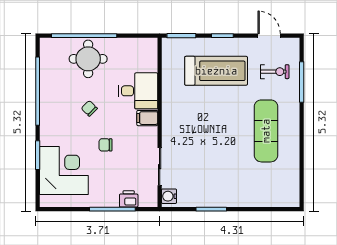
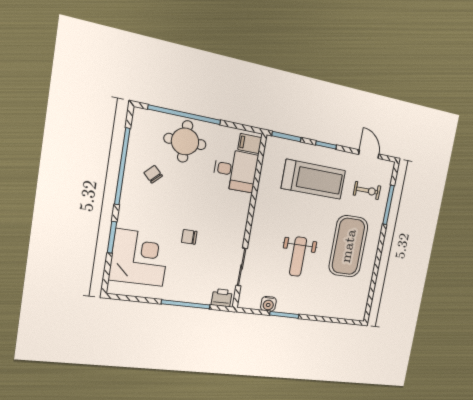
desk: (138, 91) -> (235, 170), moved
chair: (89, 108) -> (153, 174), moved
filing cabinet: (147, 118) -> (250, 144), moved
exercise mat: (266, 131) -> (348, 246), width x1.47
weight bench: (214, 149) -> (298, 257), added
water cooler: (169, 196) -> (268, 304), moved, turned -90
printer: (129, 199) -> (222, 298), moved

